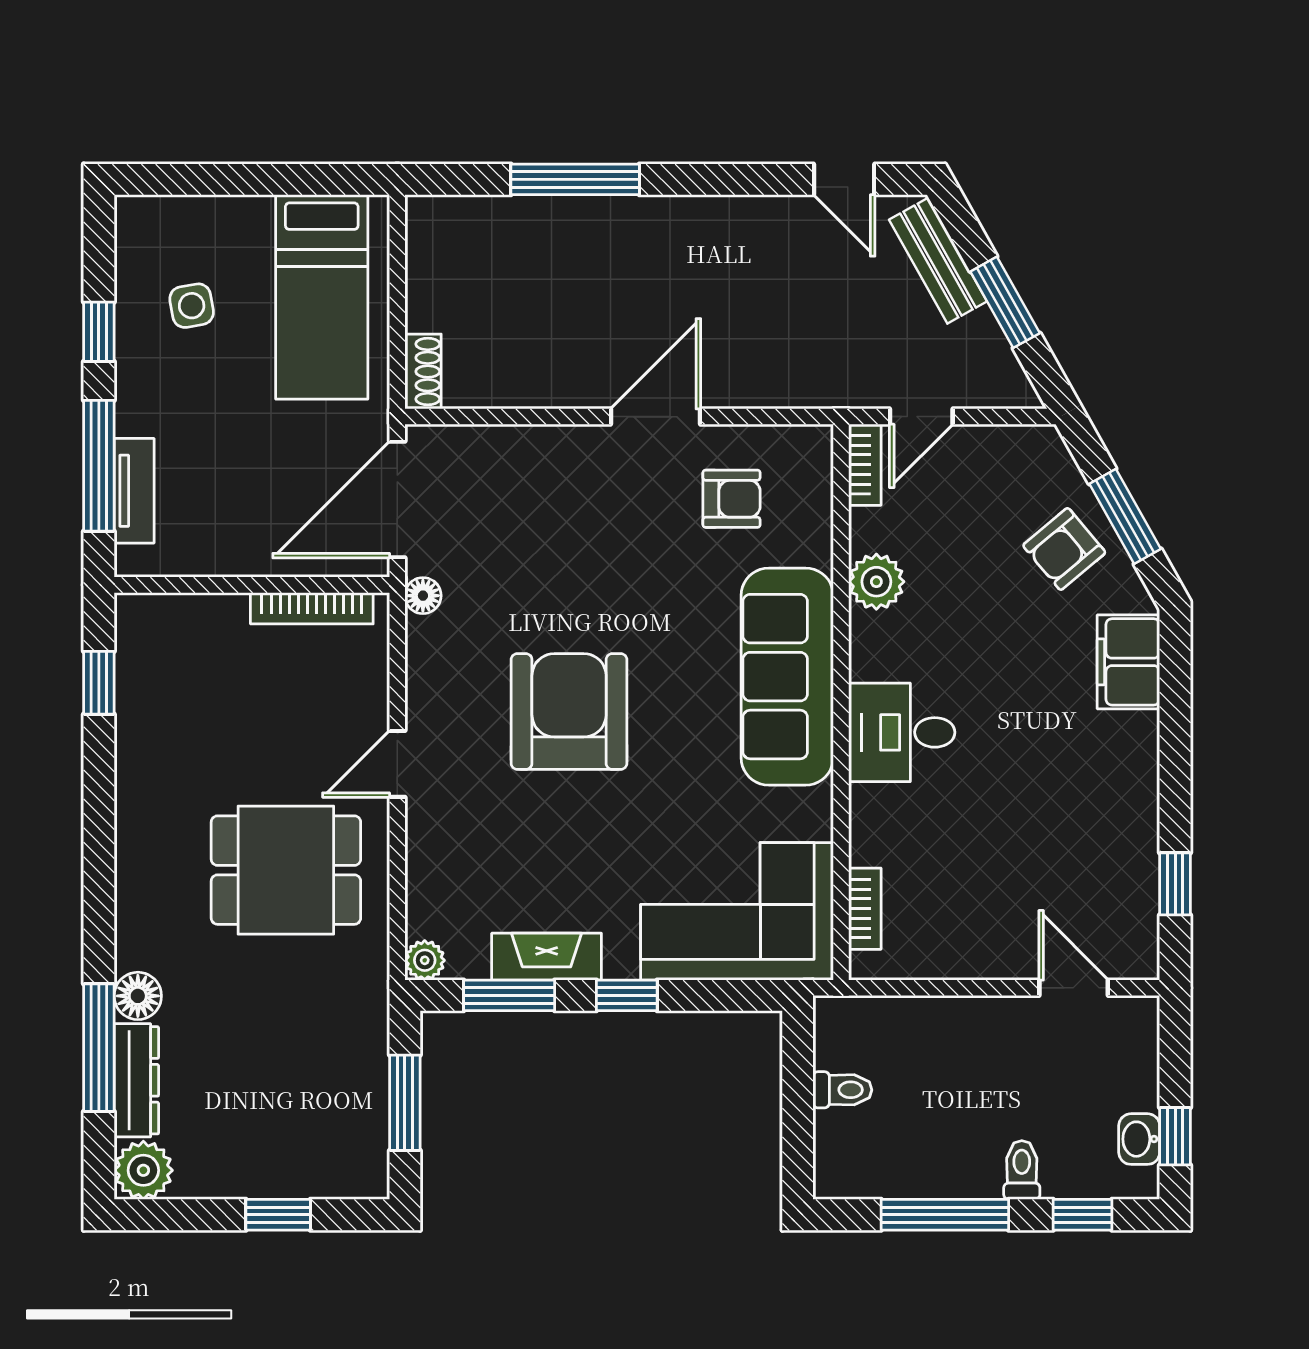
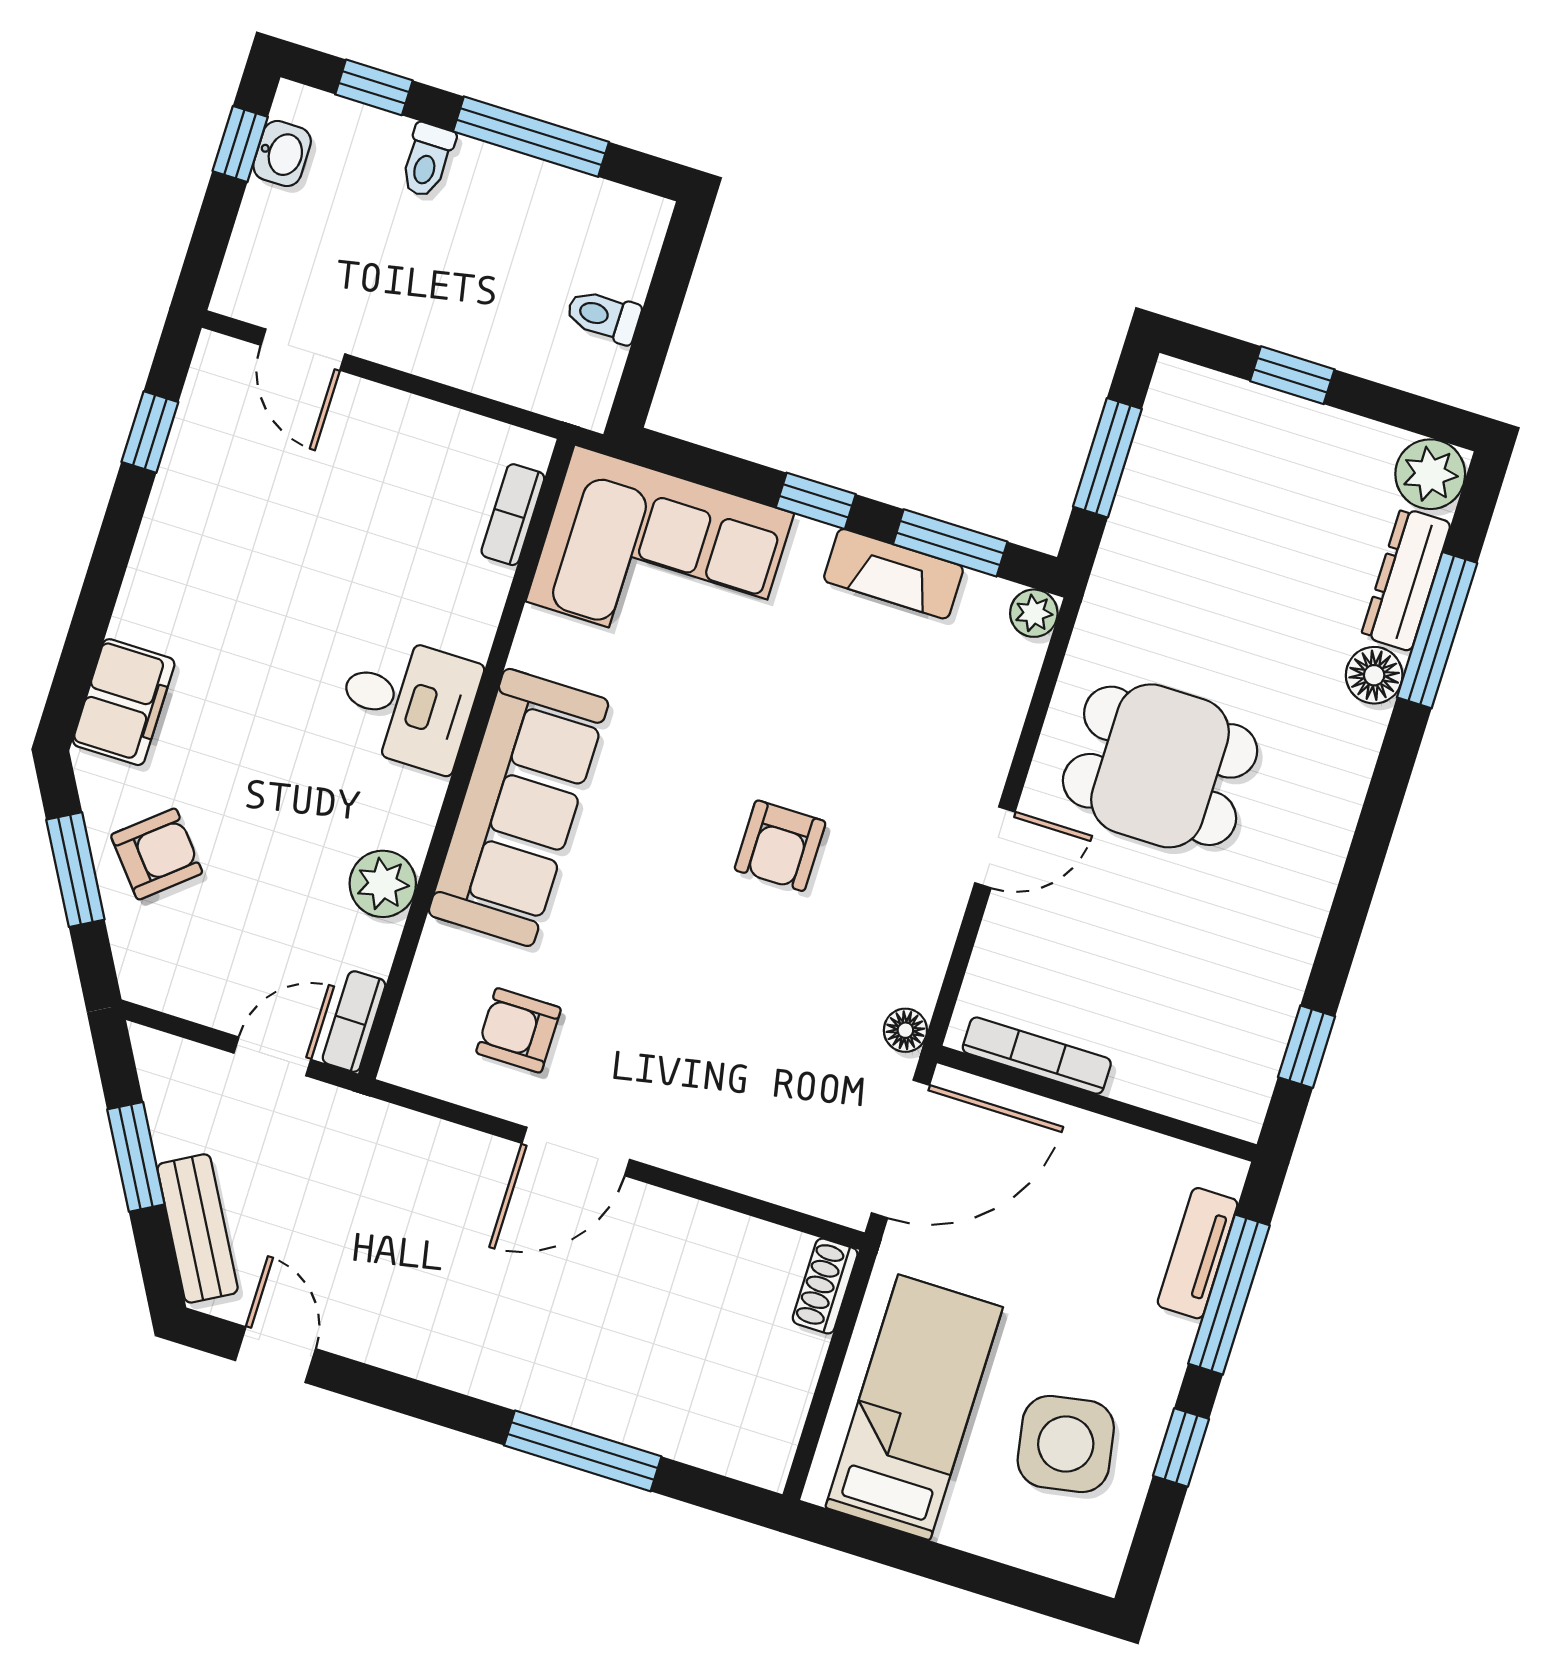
side table: (192, 306) -> (1066, 1444), width x1.87, depth x1.87
armchair: (569, 711) -> (780, 846), width x0.53, depth x0.53

